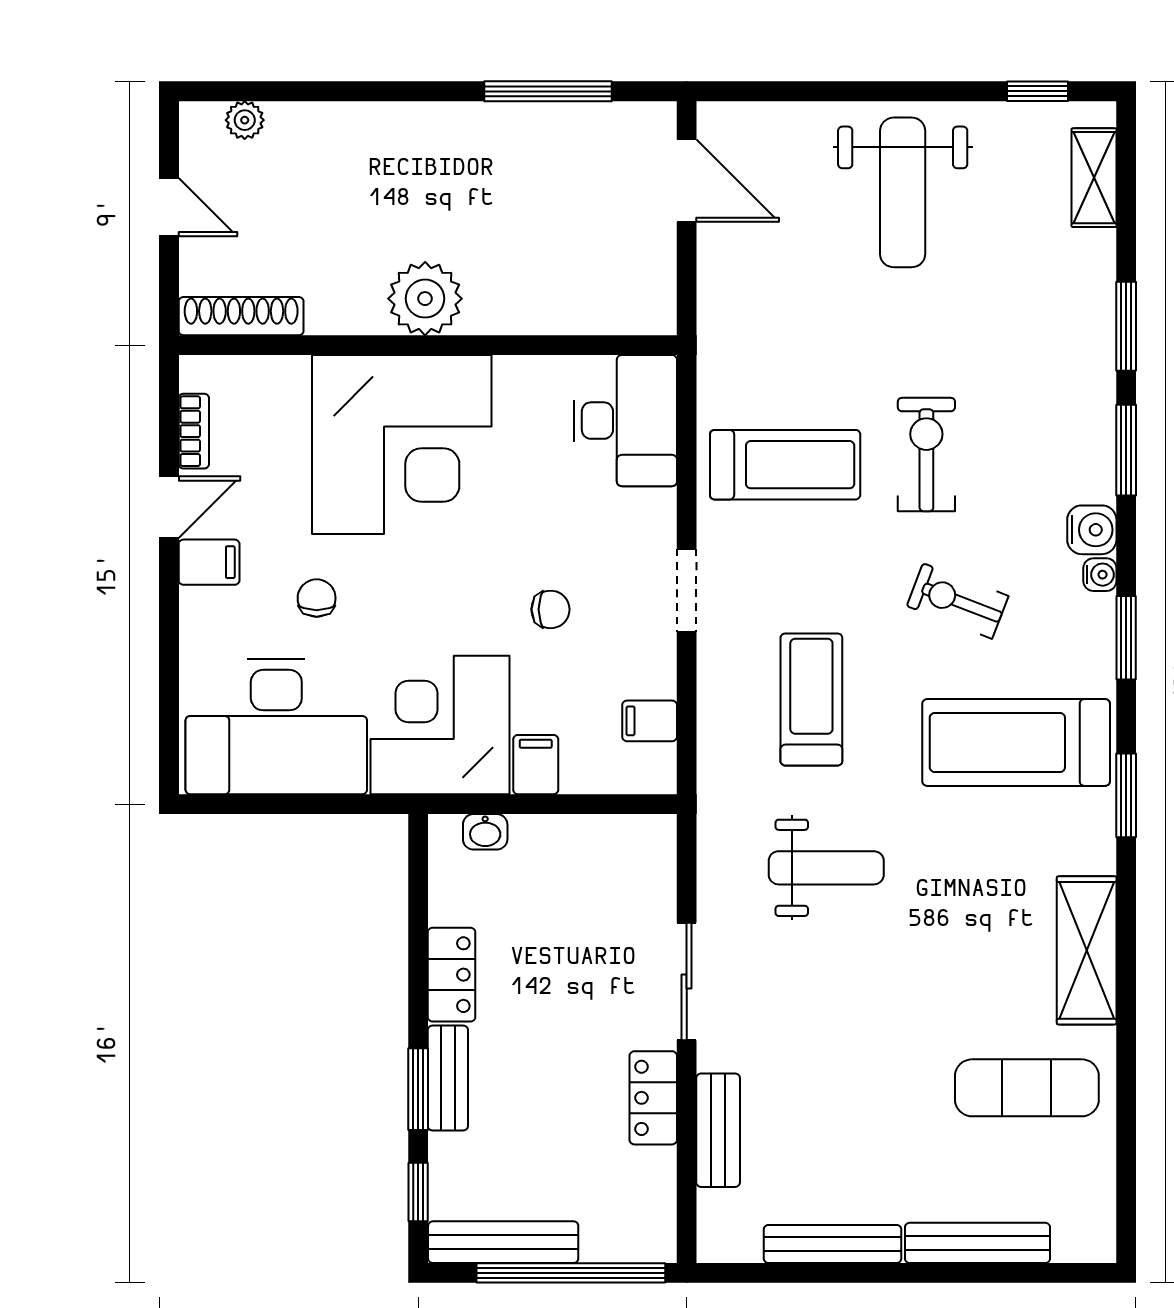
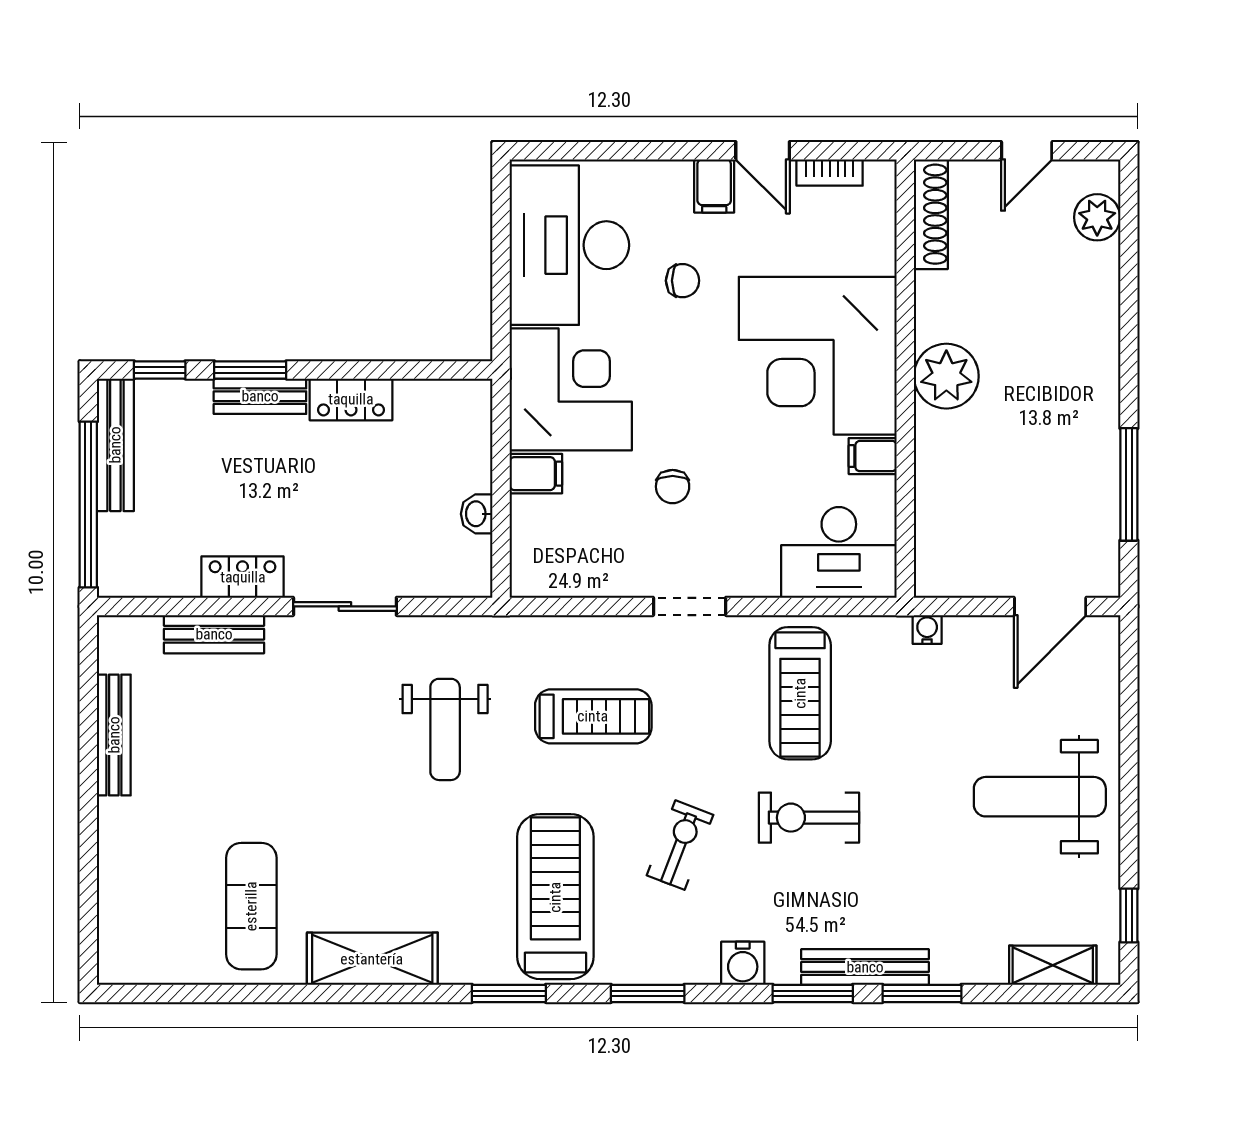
plant: (245, 120) -> (1097, 217), width x1.38, depth x1.38
exercise bike: (926, 455) -> (809, 818), turned 180
water cooler: (1100, 575) -> (927, 630), moved, turned 180
filing cabinet: (650, 721) -> (873, 456), moved, turned -90
washbasin: (485, 832) -> (477, 514), moved
bench: (977, 1243) -> (865, 967), moved, turned 90

